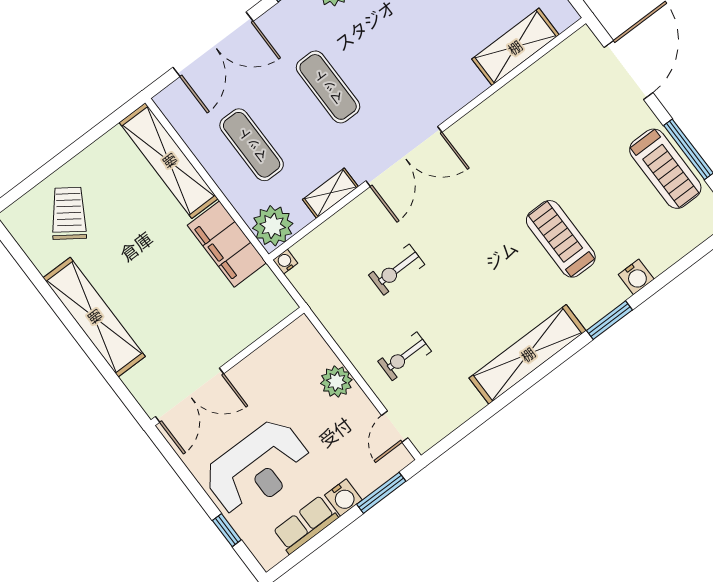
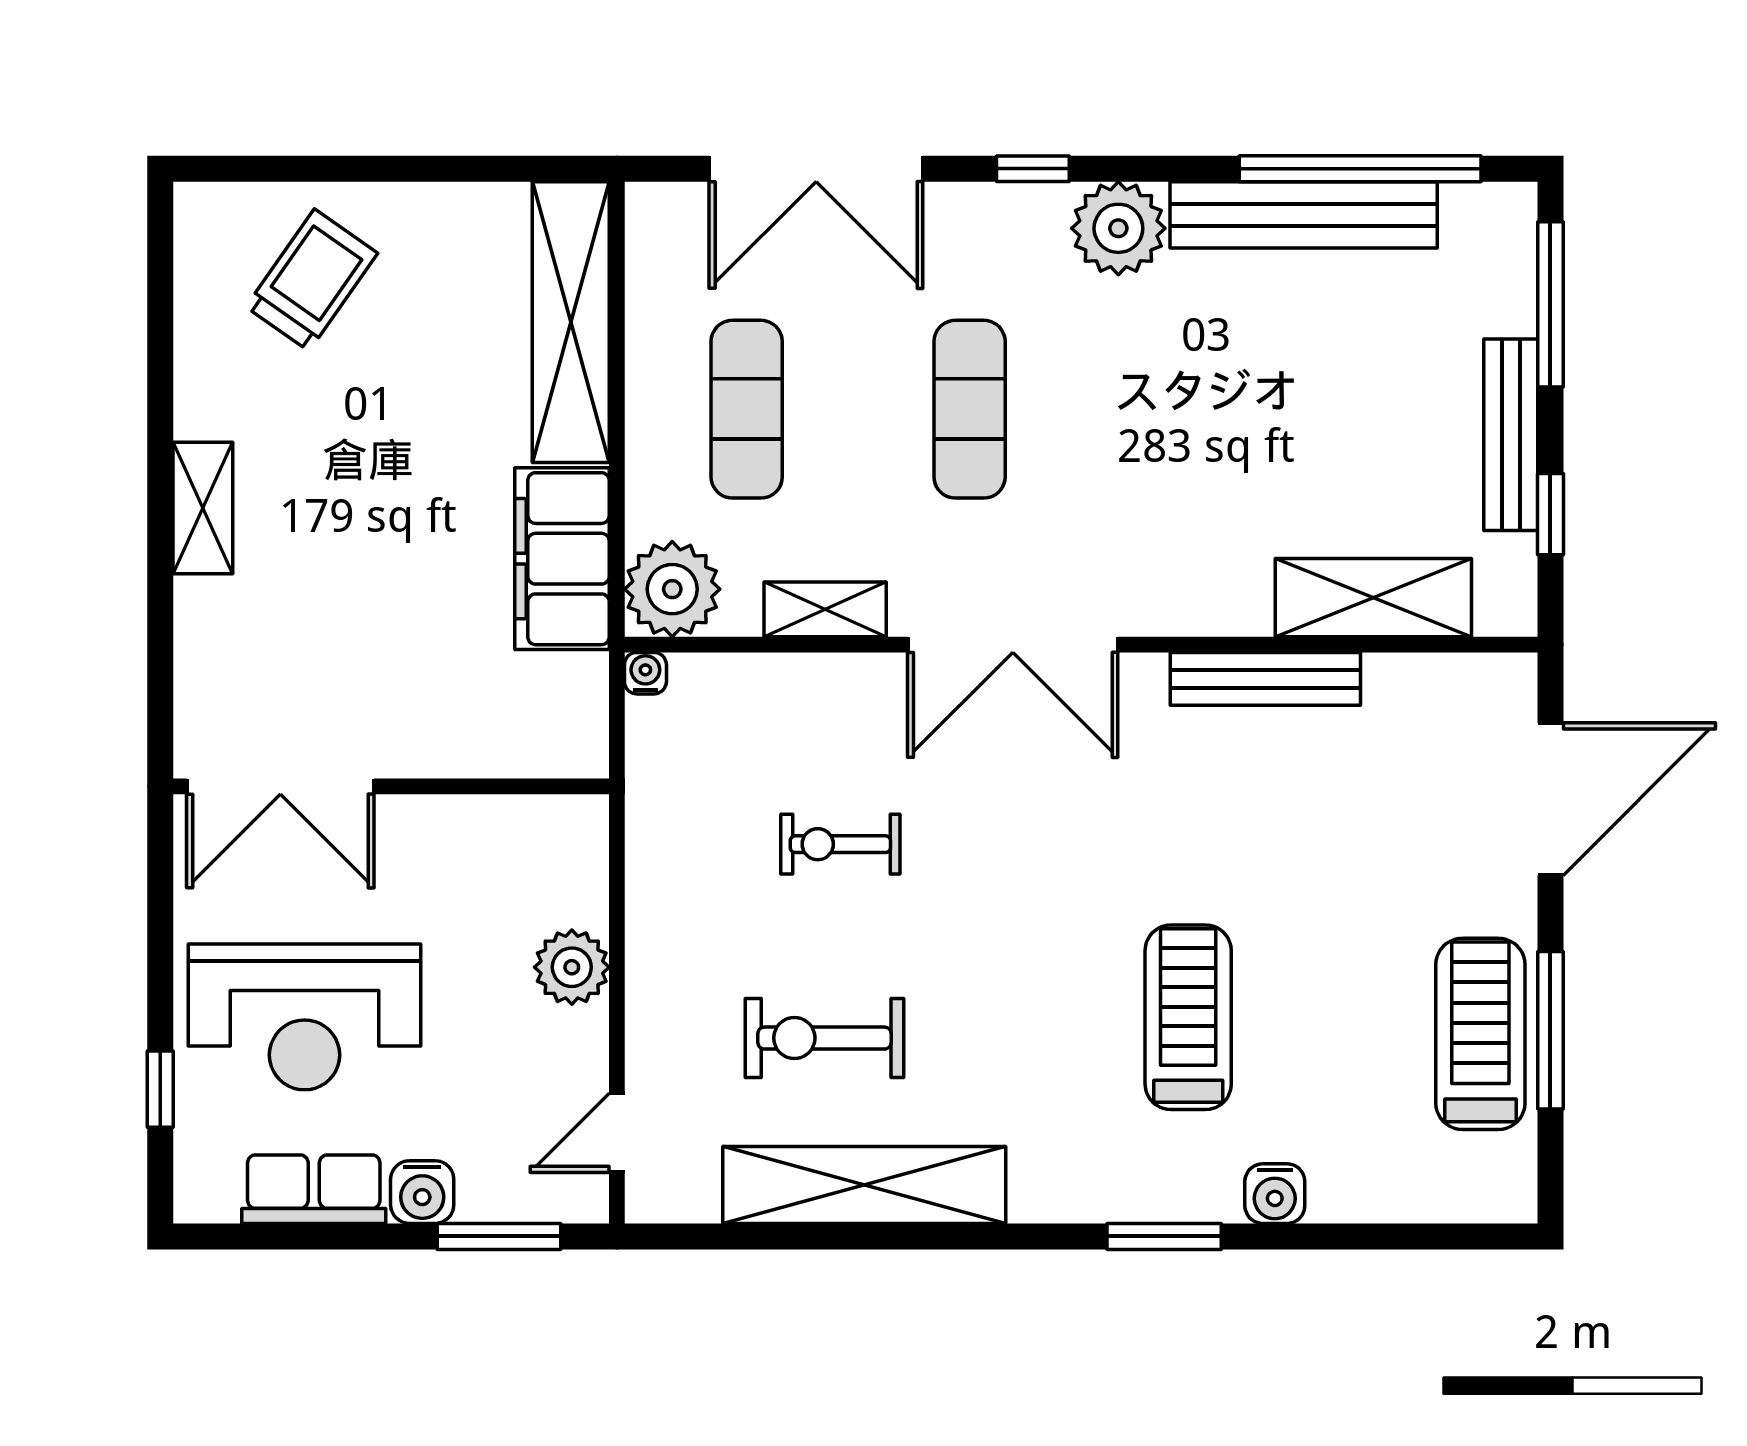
bench: (499, 103) -> (1265, 679), added
treadmill: (665, 169) -> (1480, 1034), turned 180
shelving: (94, 317) -> (203, 508), width x0.45, depth x0.75
shelving: (528, 354) -> (864, 1185), moved
exercise bike: (405, 356) -> (824, 1038), moved, width x1.38, depth x1.39

